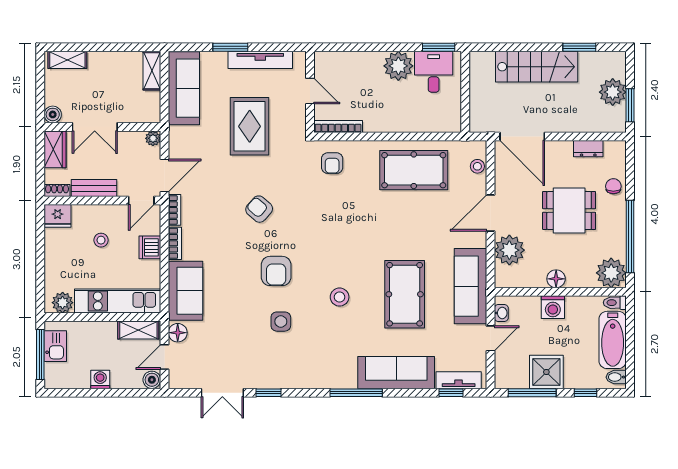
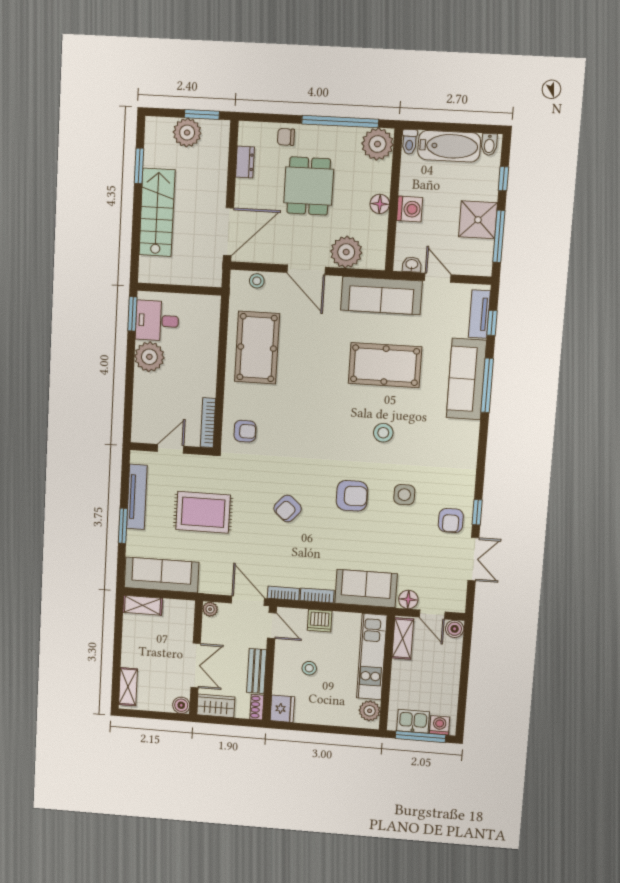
armchair: (259, 368) -> (451, 520), added
washing machine: (100, 379) -> (440, 725), moved, turned 90
window: (356, 393) -> (487, 385), moved

